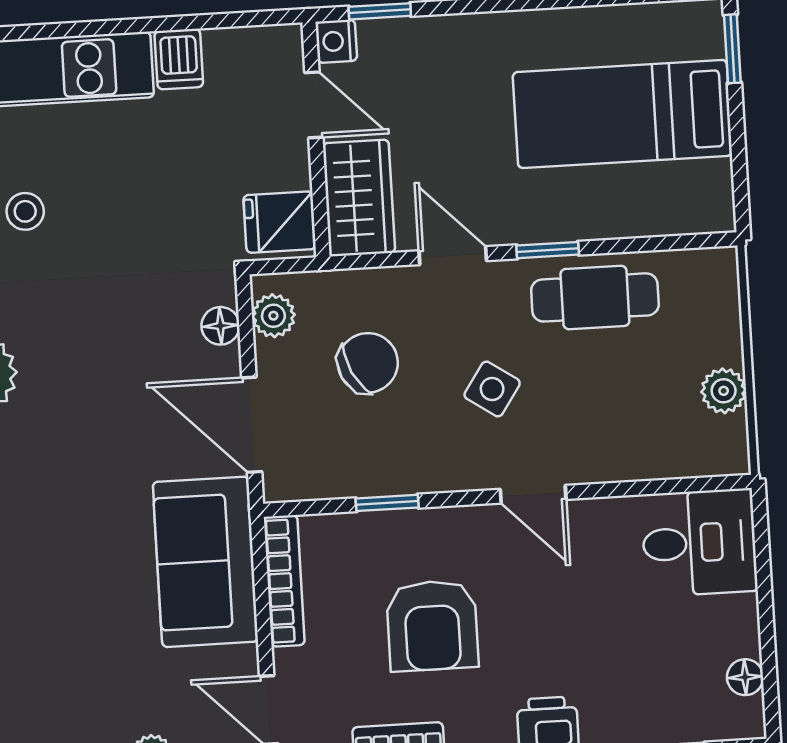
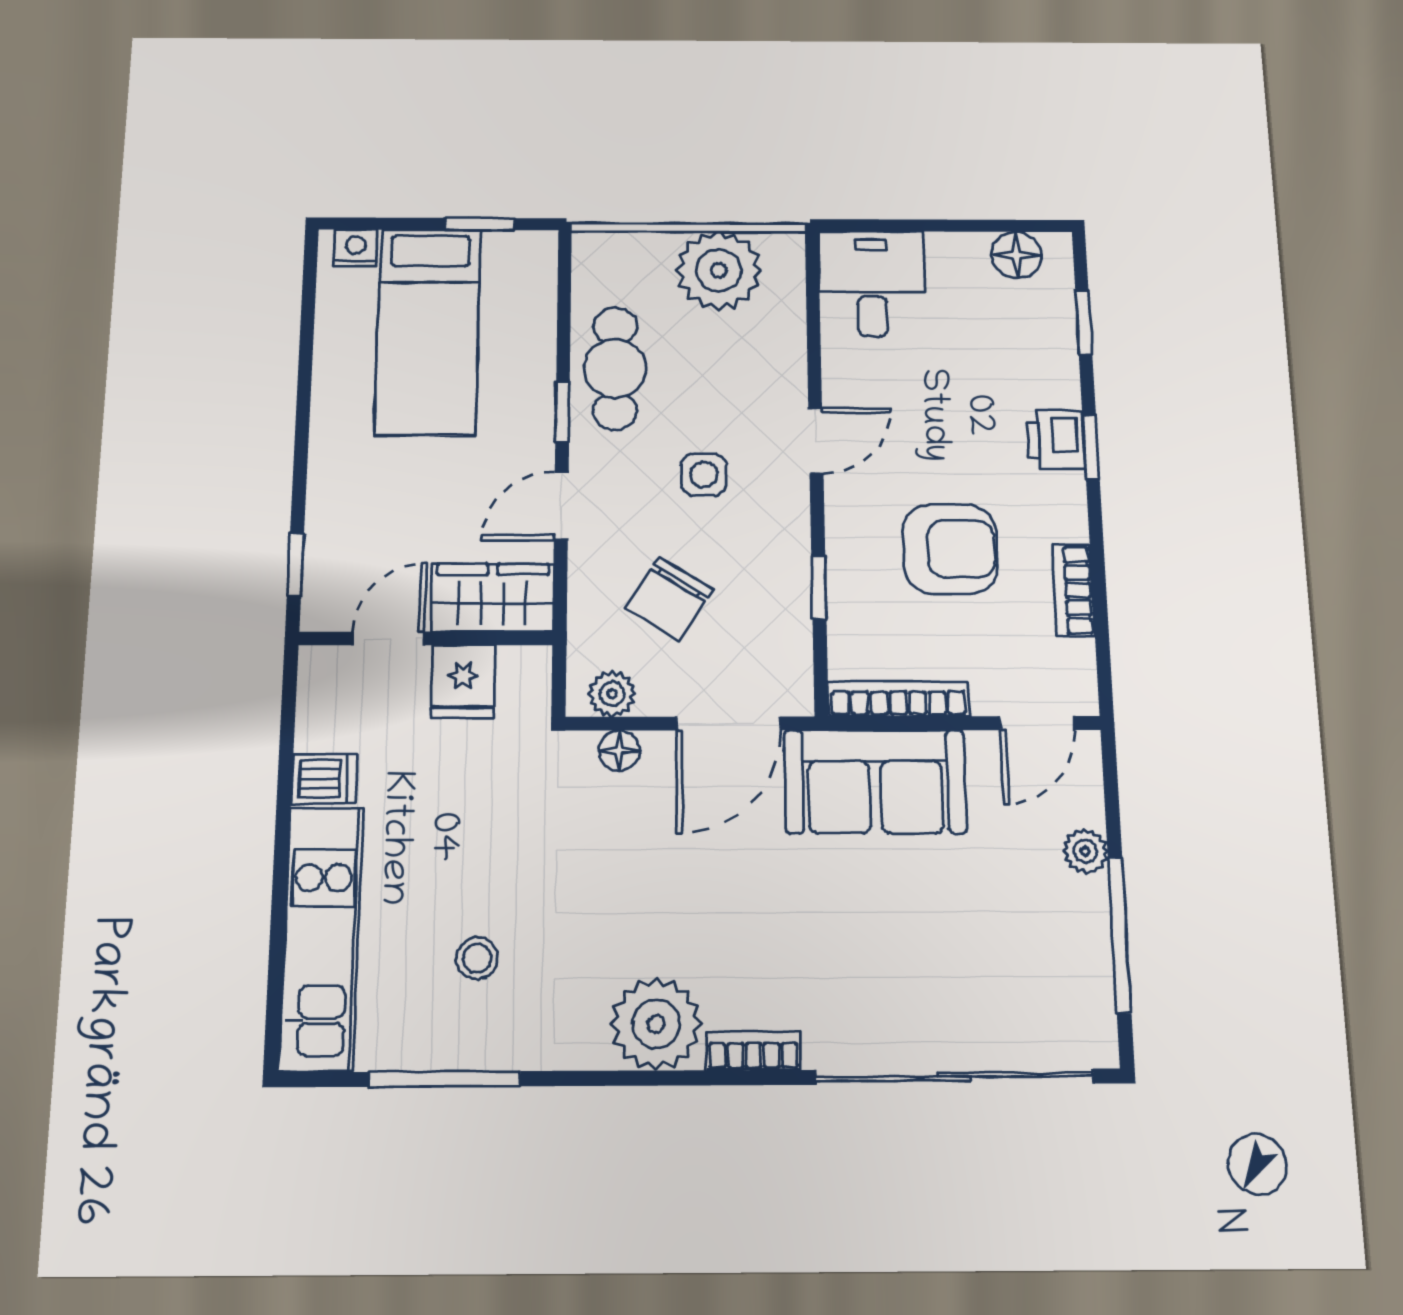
nightstand: (336, 41) -> (356, 248), moved, turned 180
window: (732, 49) -> (480, 224), moved
fridge: (280, 222) -> (463, 682), moved
chair: (368, 363) -> (669, 599), turned -121
side table: (492, 389) -> (704, 475), turned -34
plant: (724, 391) -> (719, 270), width x1.87, depth x1.87
floor lamp: (745, 677) -> (1017, 255), width x1.37, depth x1.37

